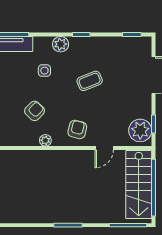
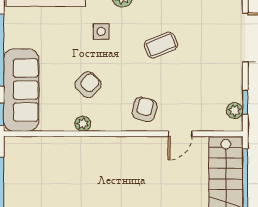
plant: (140, 130) -> (235, 111), width x0.53, depth x0.53
plant: (45, 140) -> (83, 124), moved

